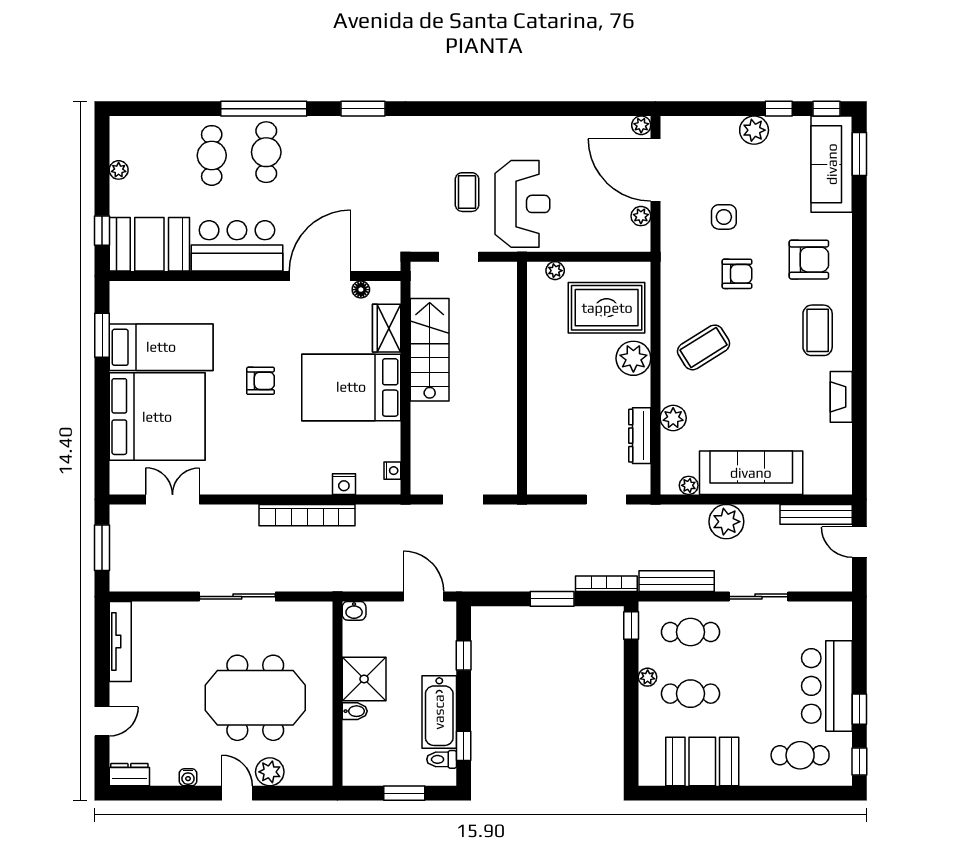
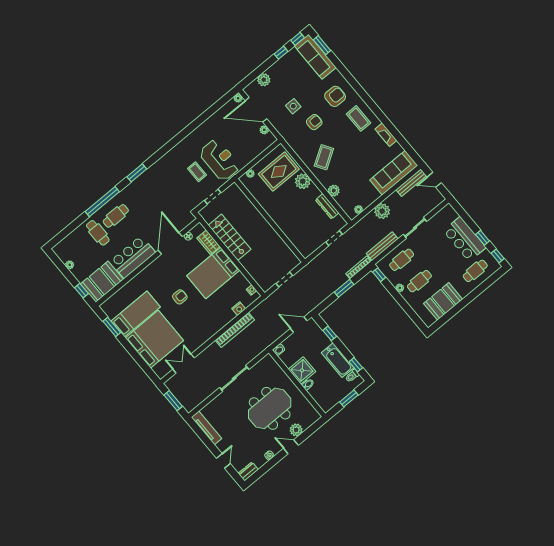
plant: (754, 130) -> (264, 80), moved
cafe table: (266, 152) -> (116, 216), turned 90
sofa: (751, 473) -> (394, 173), moved

